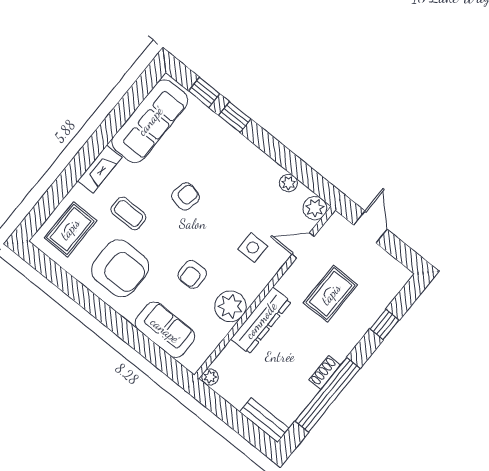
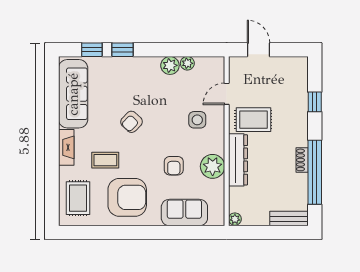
armchair: (185, 196) -> (131, 122), turned -148
plant: (315, 208) -> (170, 65), moved
rug: (331, 294) -> (253, 120), moved, turned 90

